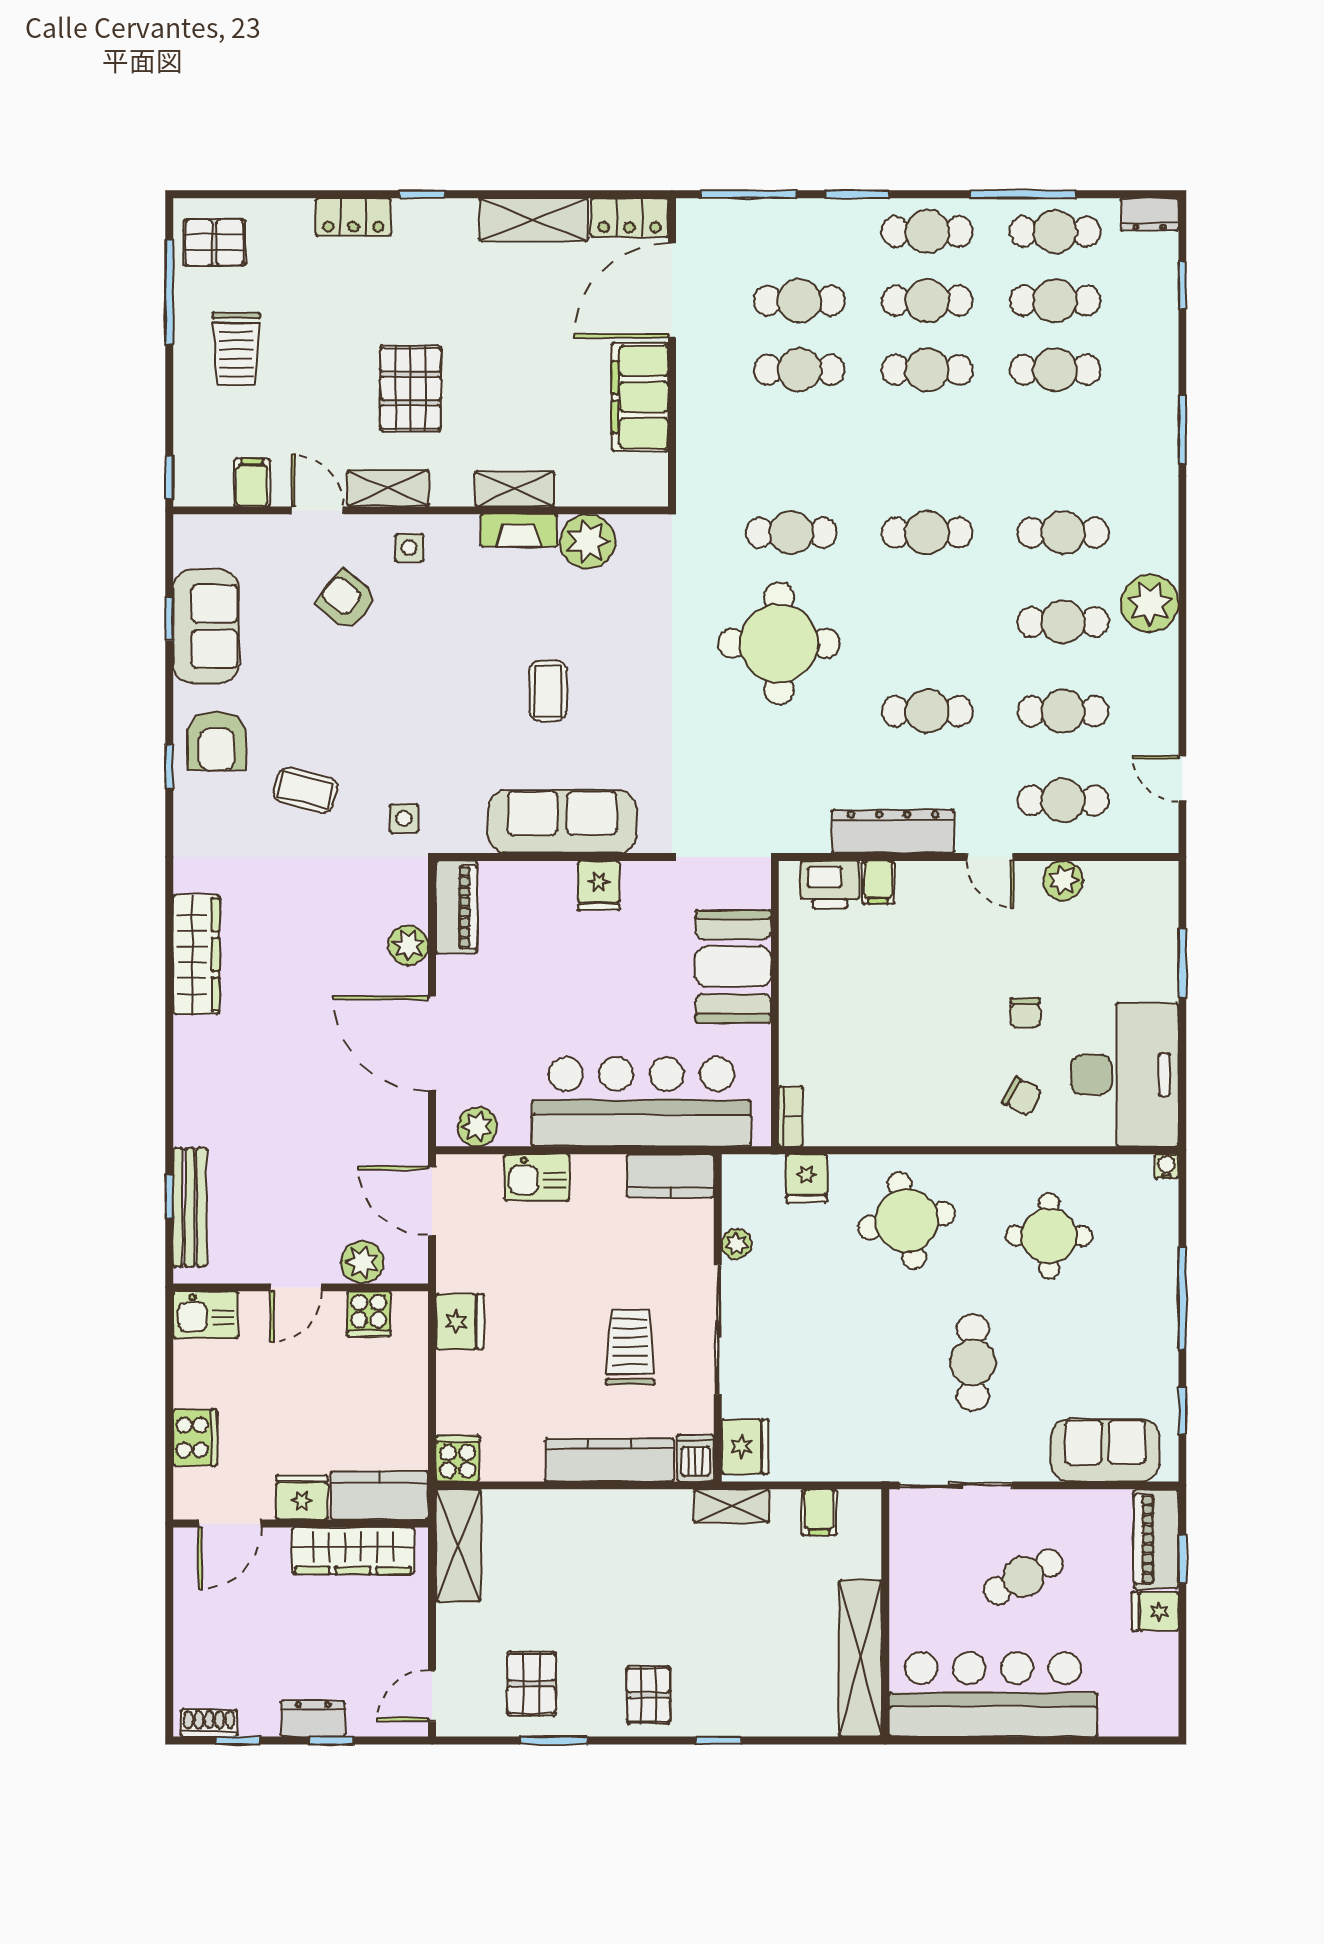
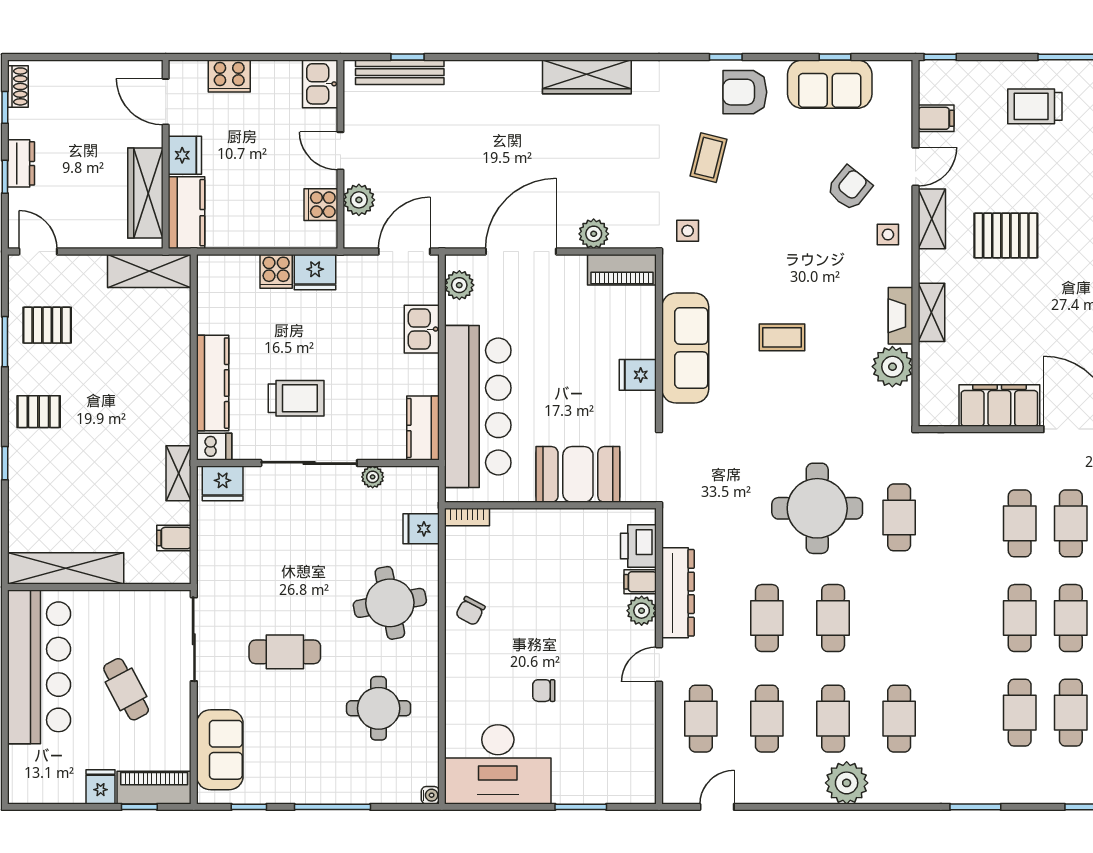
cafe table: (927, 533) -> (833, 618), moved
plant: (1063, 881) -> (642, 611), moved
chair: (1022, 1097) -> (470, 611), moved
cooker: (458, 1459) -> (276, 271), moved, turned 90

